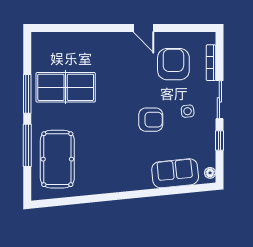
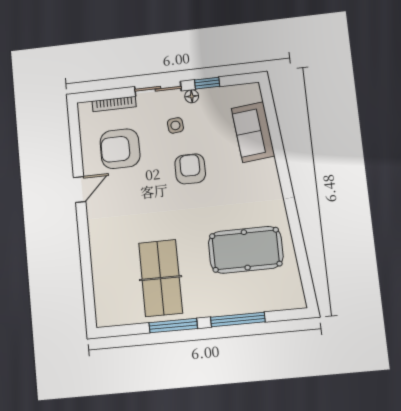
pool table: (57, 159) -> (246, 250), moved
floor lamp: (210, 173) -> (192, 96), moved

